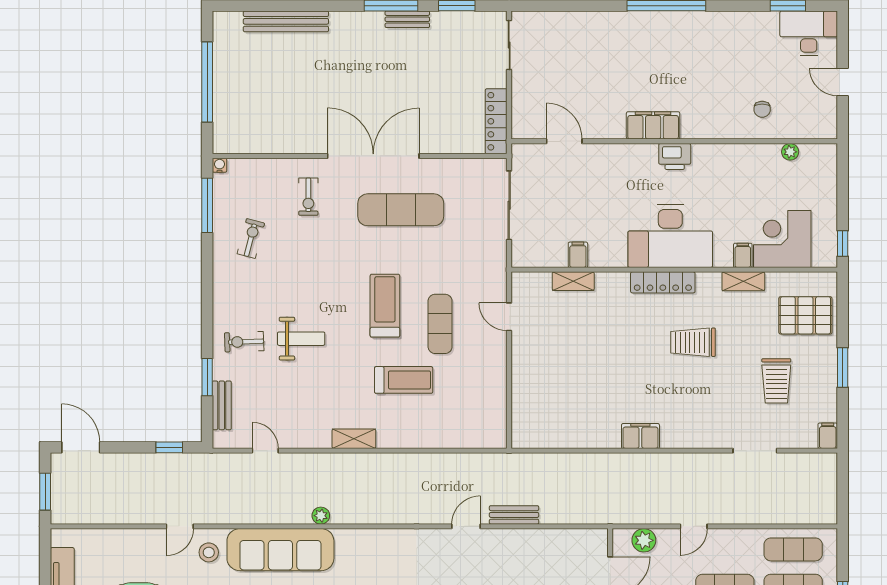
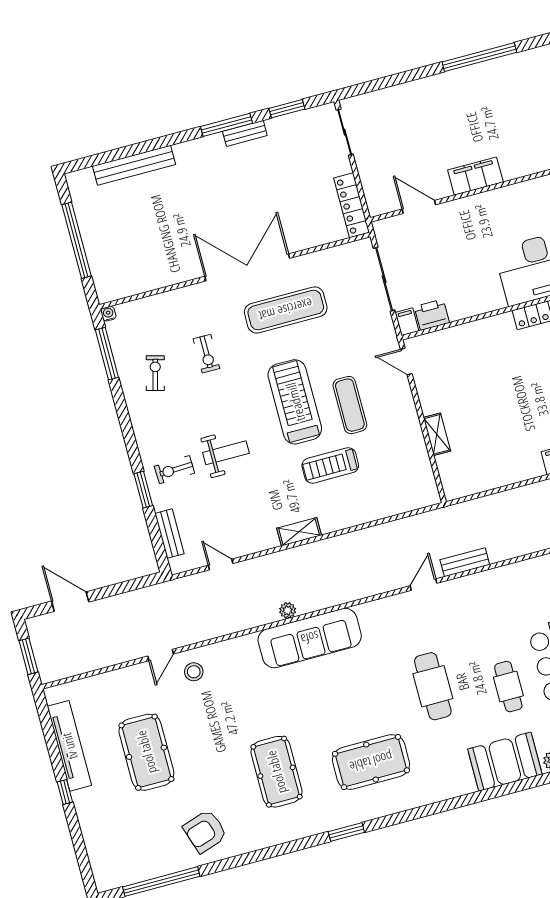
filing cabinet: (653, 125) -> (475, 176), moved
printer: (675, 156) -> (432, 315), moved, turned 180
exercise bike: (308, 197) -> (207, 354), moved
filing cabinet: (578, 255) -> (407, 322), moved
shelving: (573, 281) -> (437, 434), moved, turned 90
treadmill: (385, 306) -> (295, 402), width x1.37, depth x1.38
door: (509, 317) -> (406, 362), moved
window: (207, 377) -> (143, 490), moved
treadmill: (404, 380) -> (330, 465), turned 180
door: (81, 447) -> (70, 602), moved
window: (169, 447) -> (132, 585), removed
sofa: (280, 550) -> (310, 638), moved

